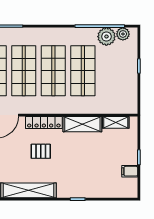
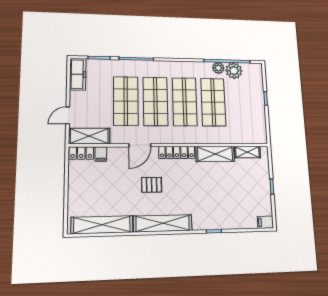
plant: (123, 34) -> (218, 68), moved
pallet: (41, 151) -> (152, 185), moved
filing cabinet: (130, 171) -> (265, 222), moved

